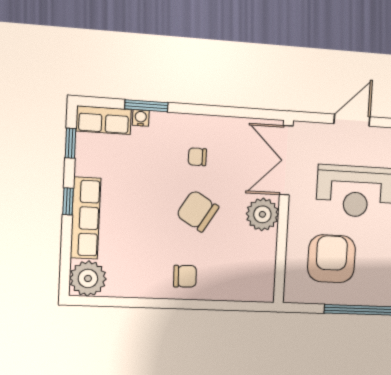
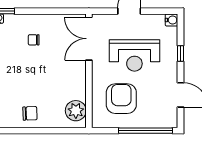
chair: (198, 211) -> (36, 73), removed
plant: (262, 214) -> (76, 111), moved

